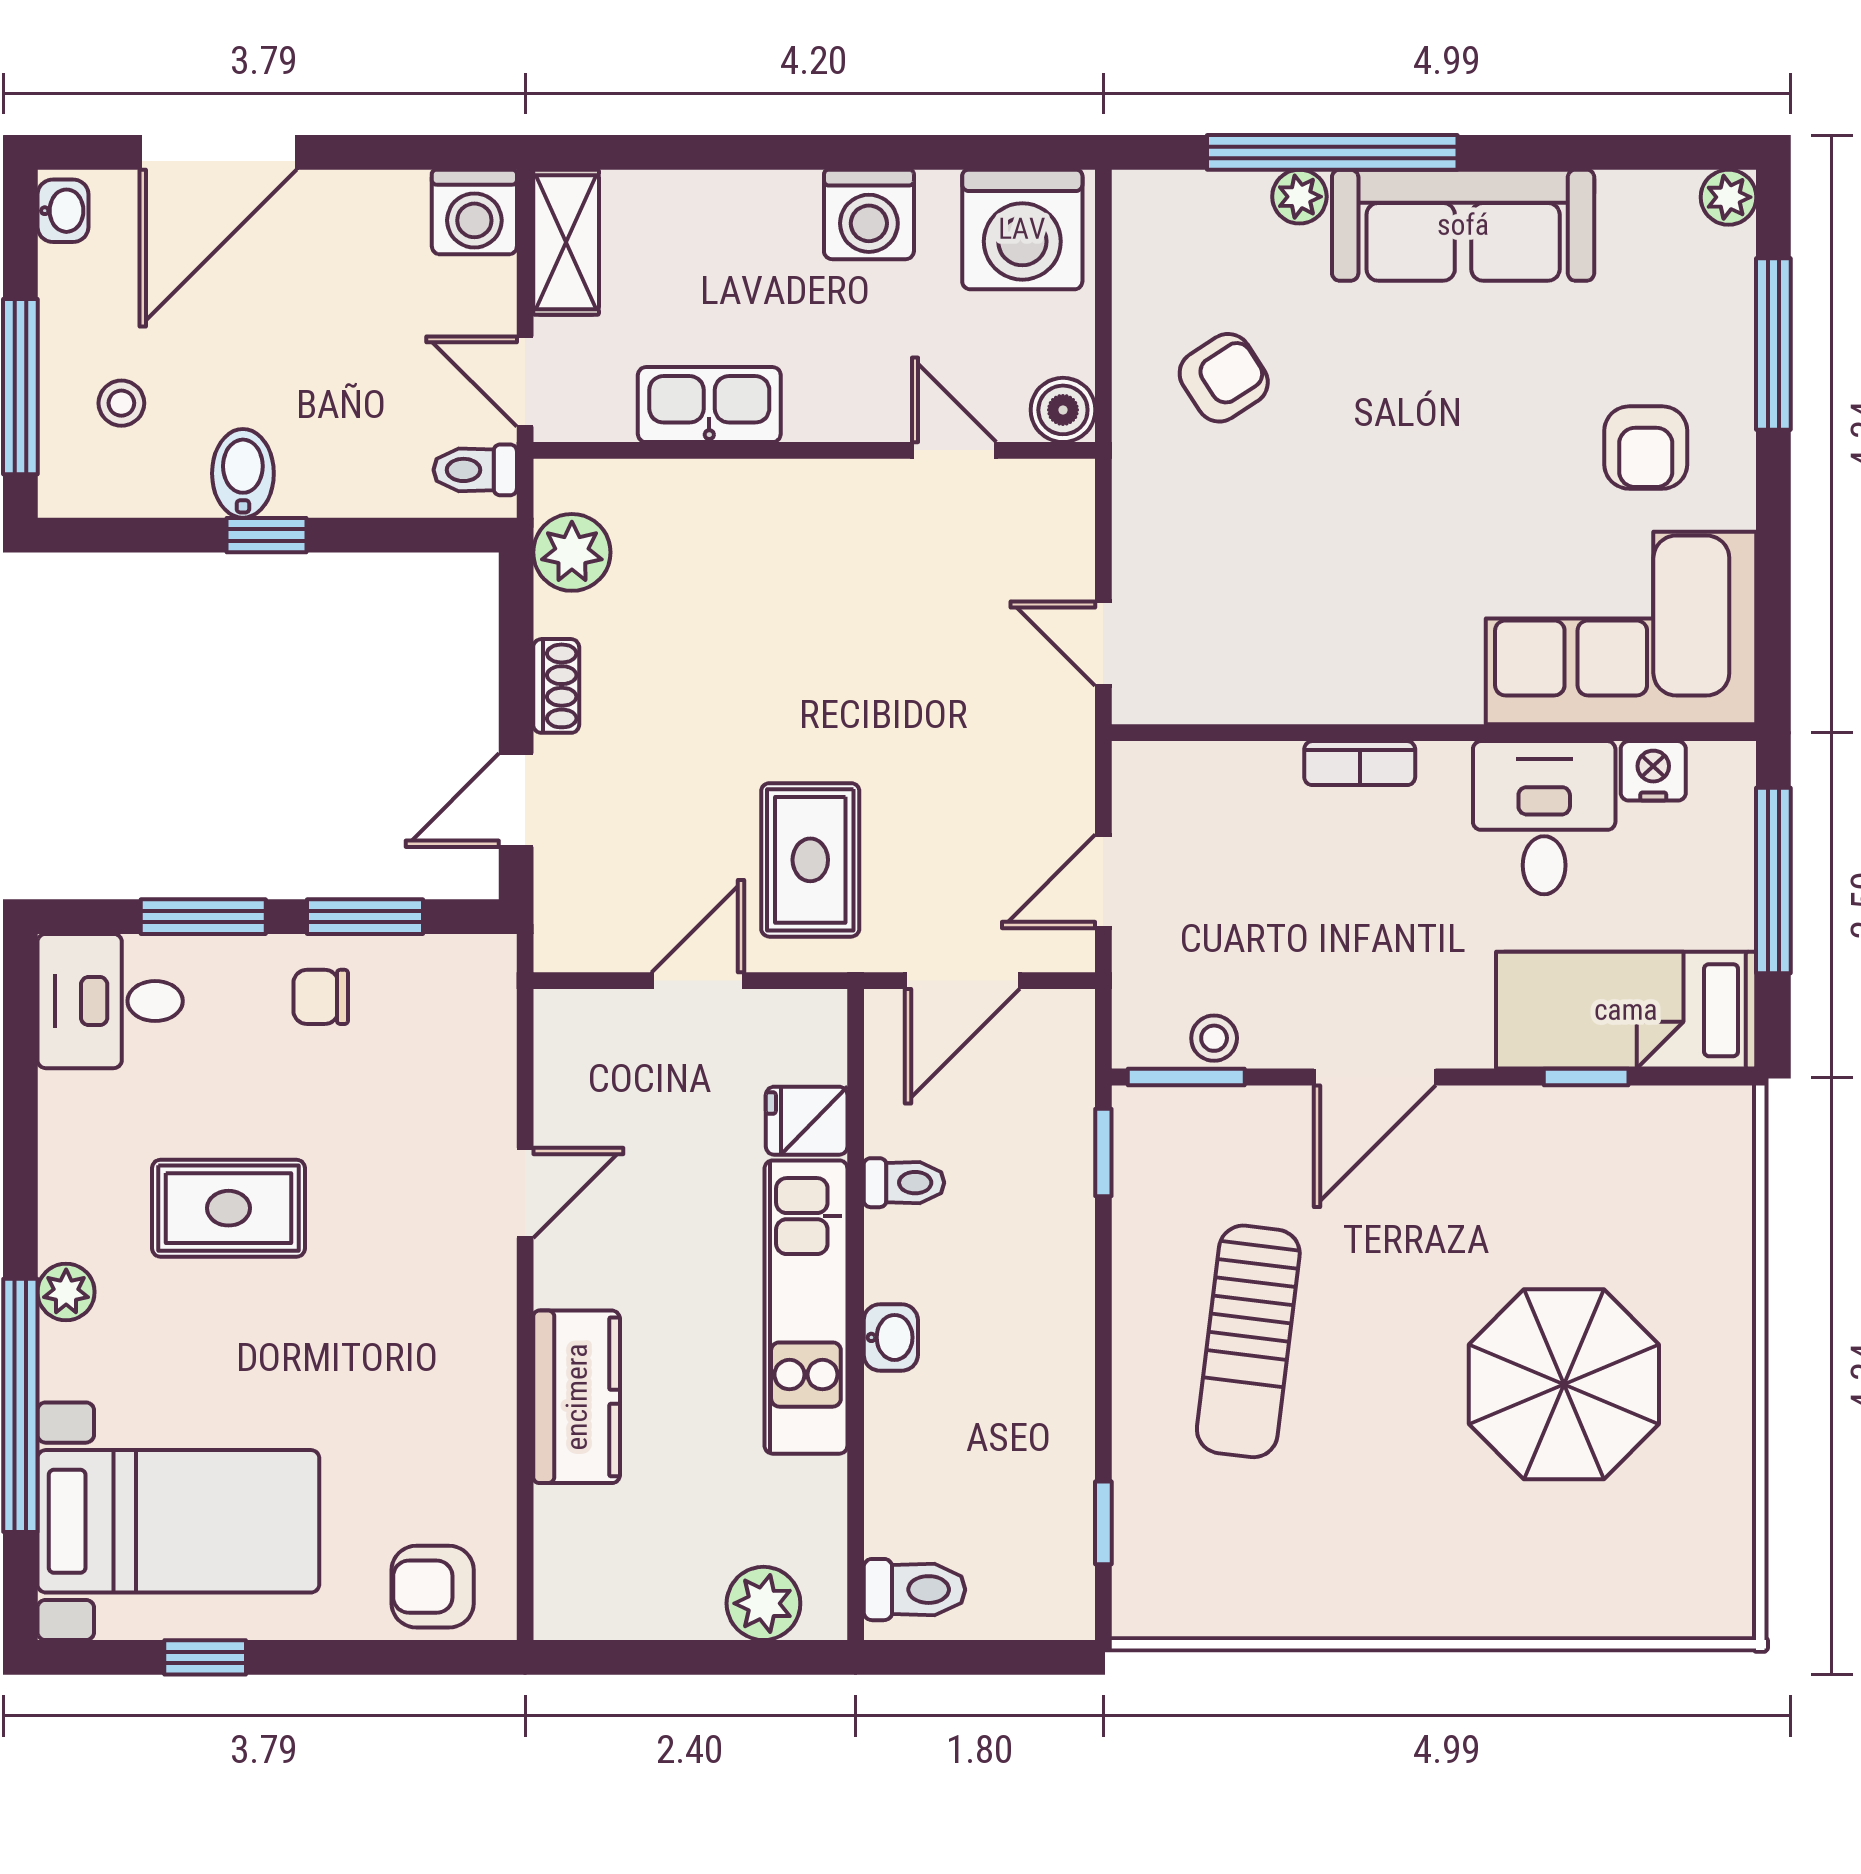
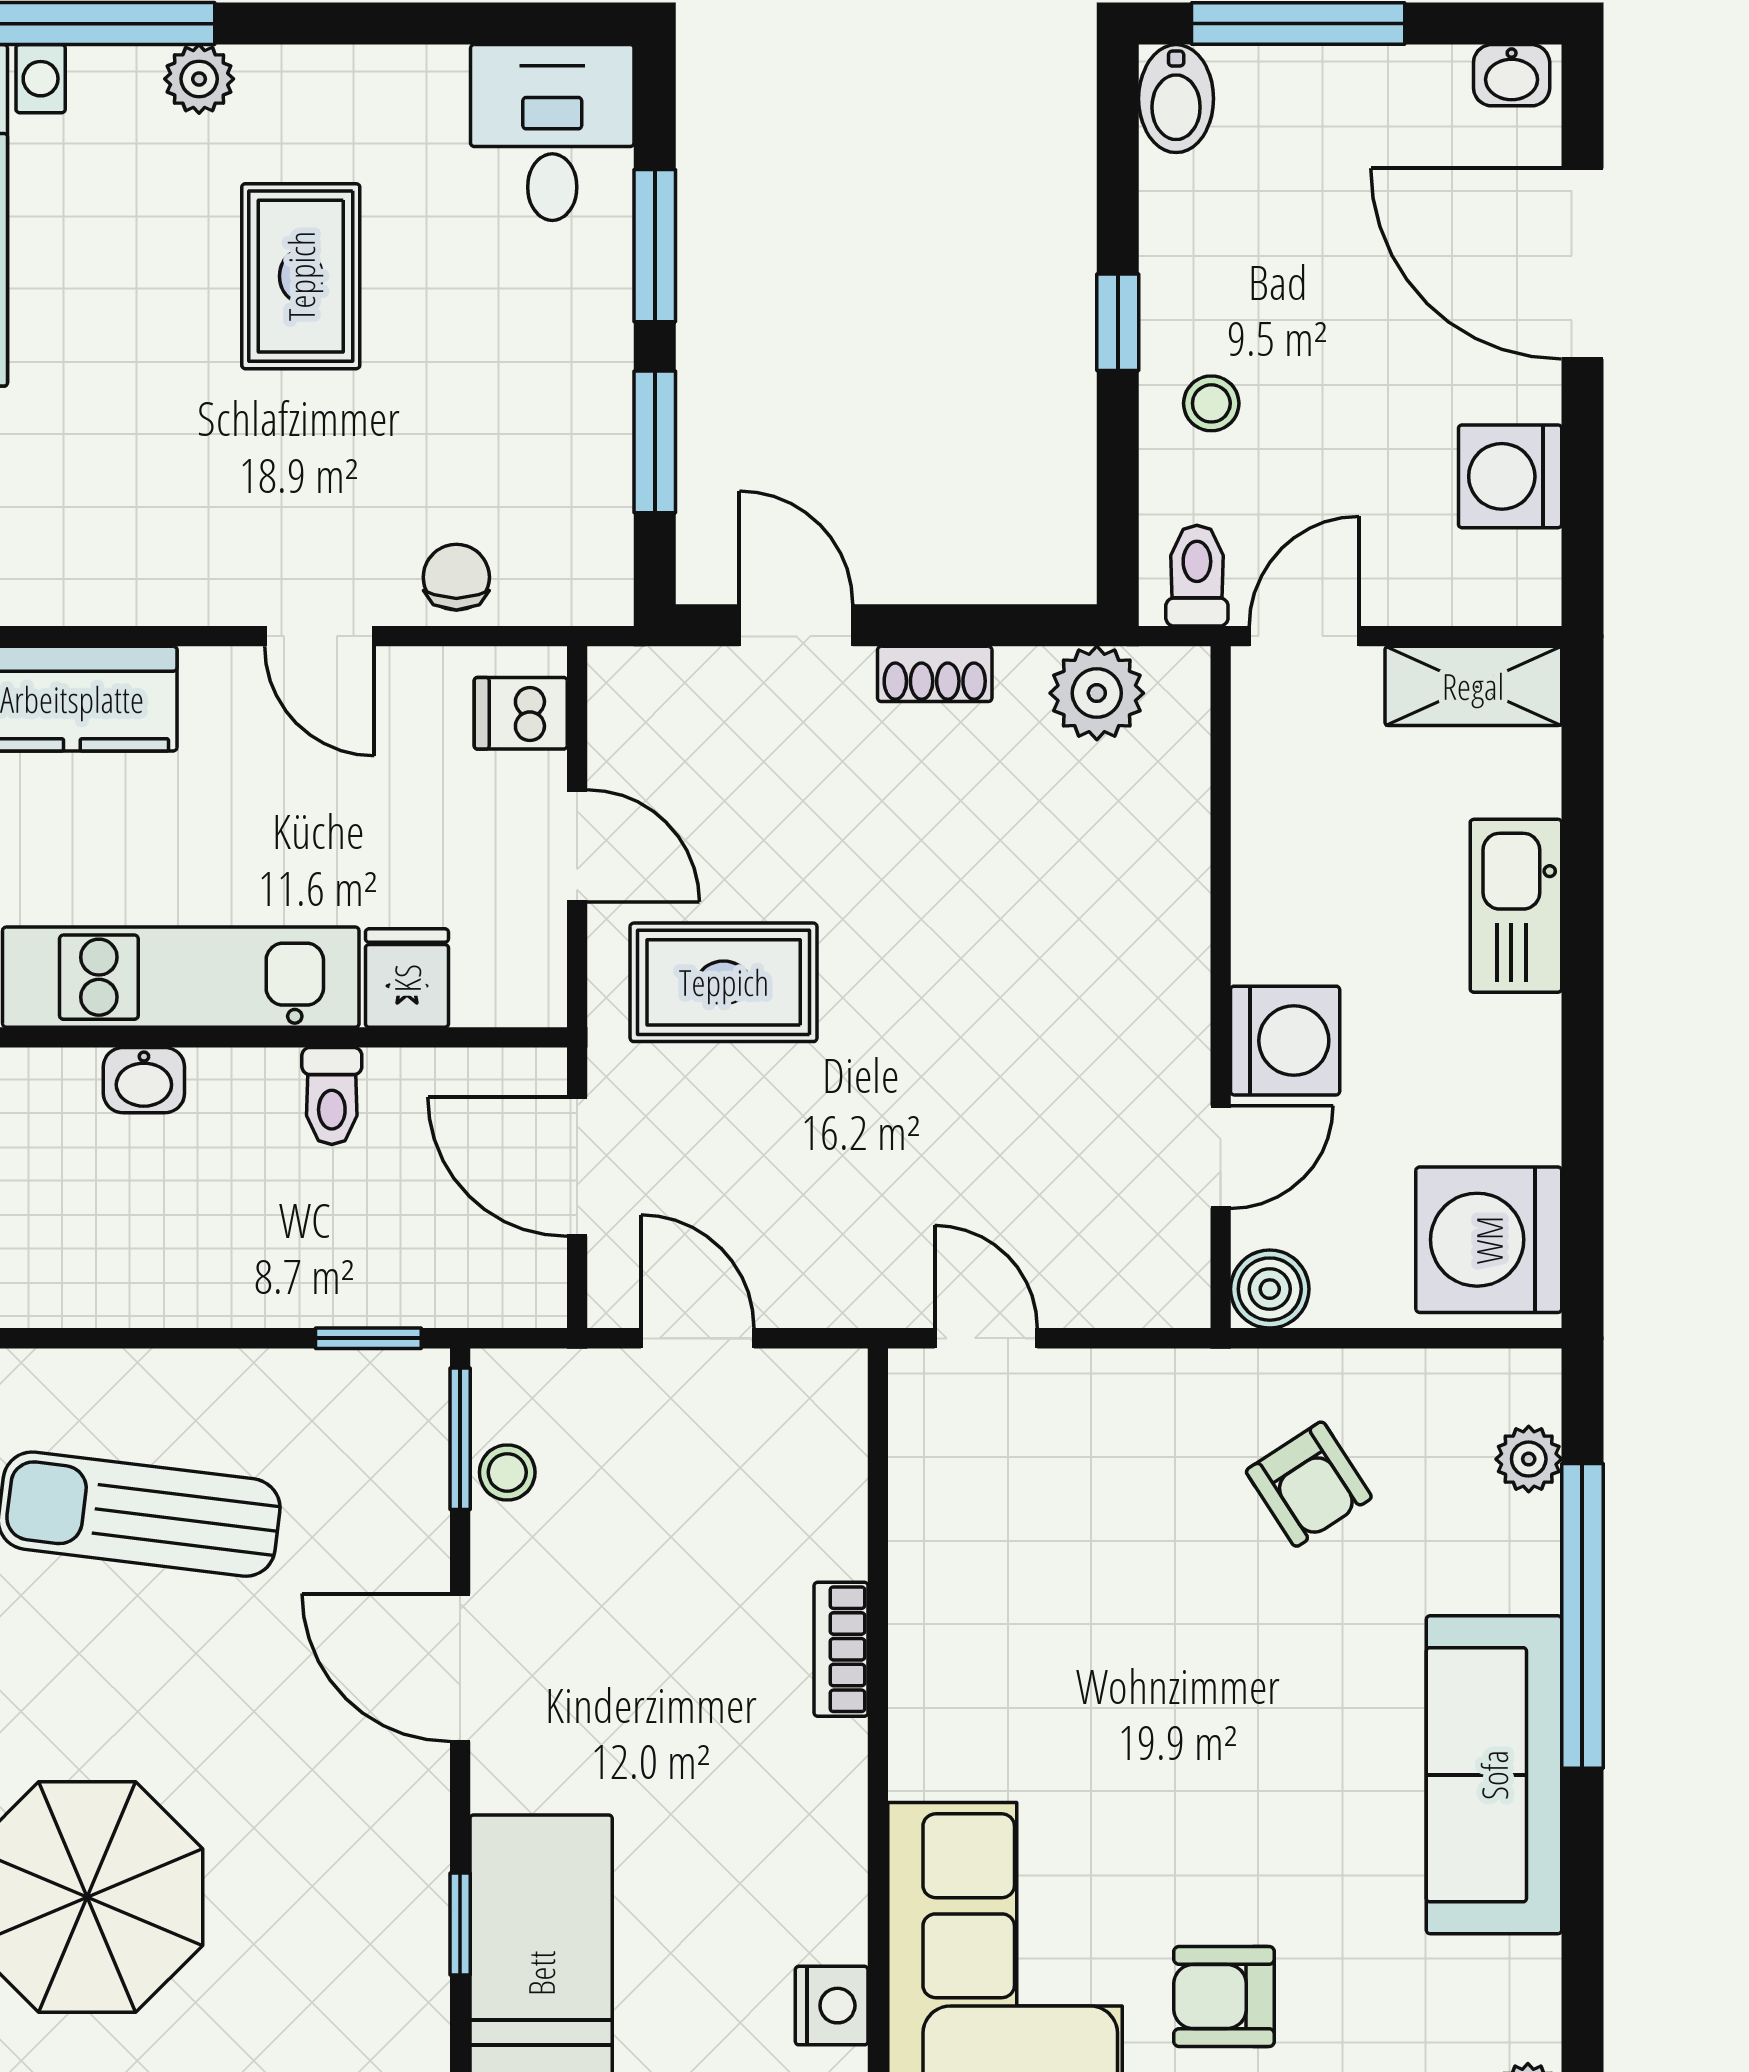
plant: (1299, 197) -> (1529, 1459), moved
washing machine: (474, 212) -> (1510, 476), moved
washing machine: (869, 214) -> (1285, 1041), moved, turned 180
stool: (121, 403) -> (1211, 403), moved
kitchen sink: (709, 405) -> (1516, 906), moved, turned 180
bidet: (243, 473) -> (1176, 99), moved, turned 90
door: (1103, 644) -> (986, 1338), hinge flipped
desk: (1544, 818) -> (775, 1873), removed
chair: (321, 997) -> (456, 577), moved
dishwasher: (589, 1027) -> (521, 713), added

